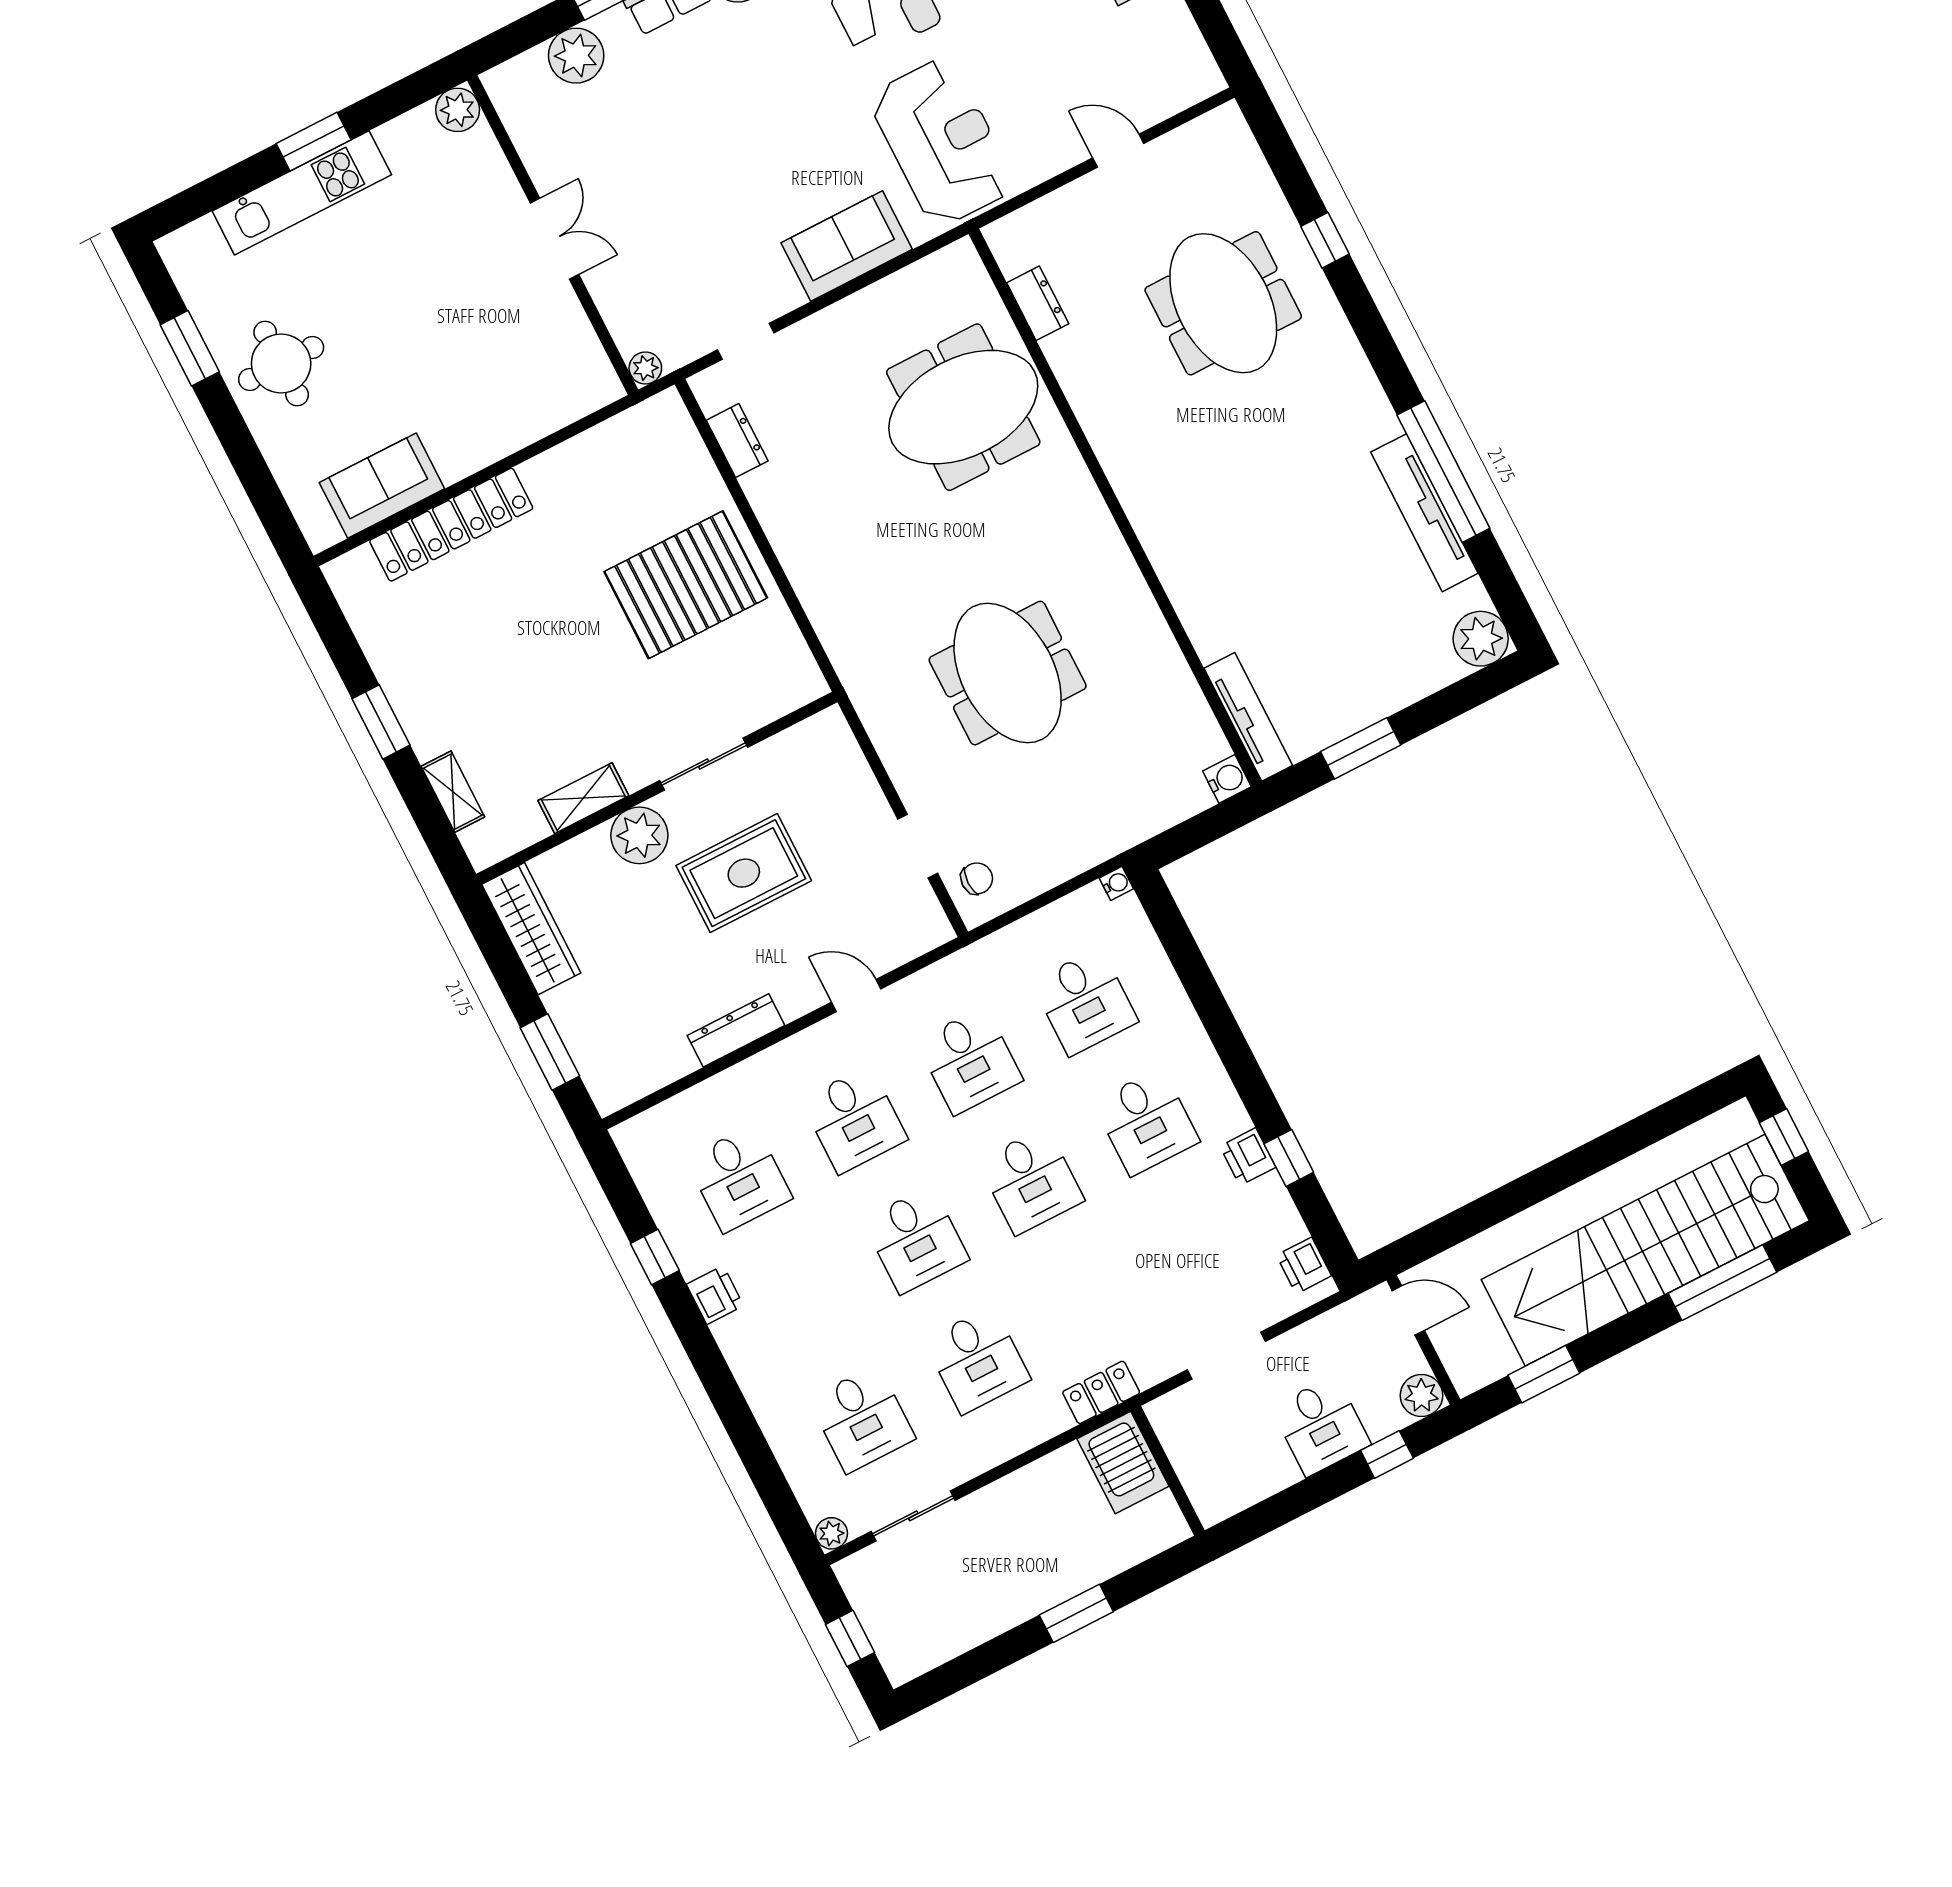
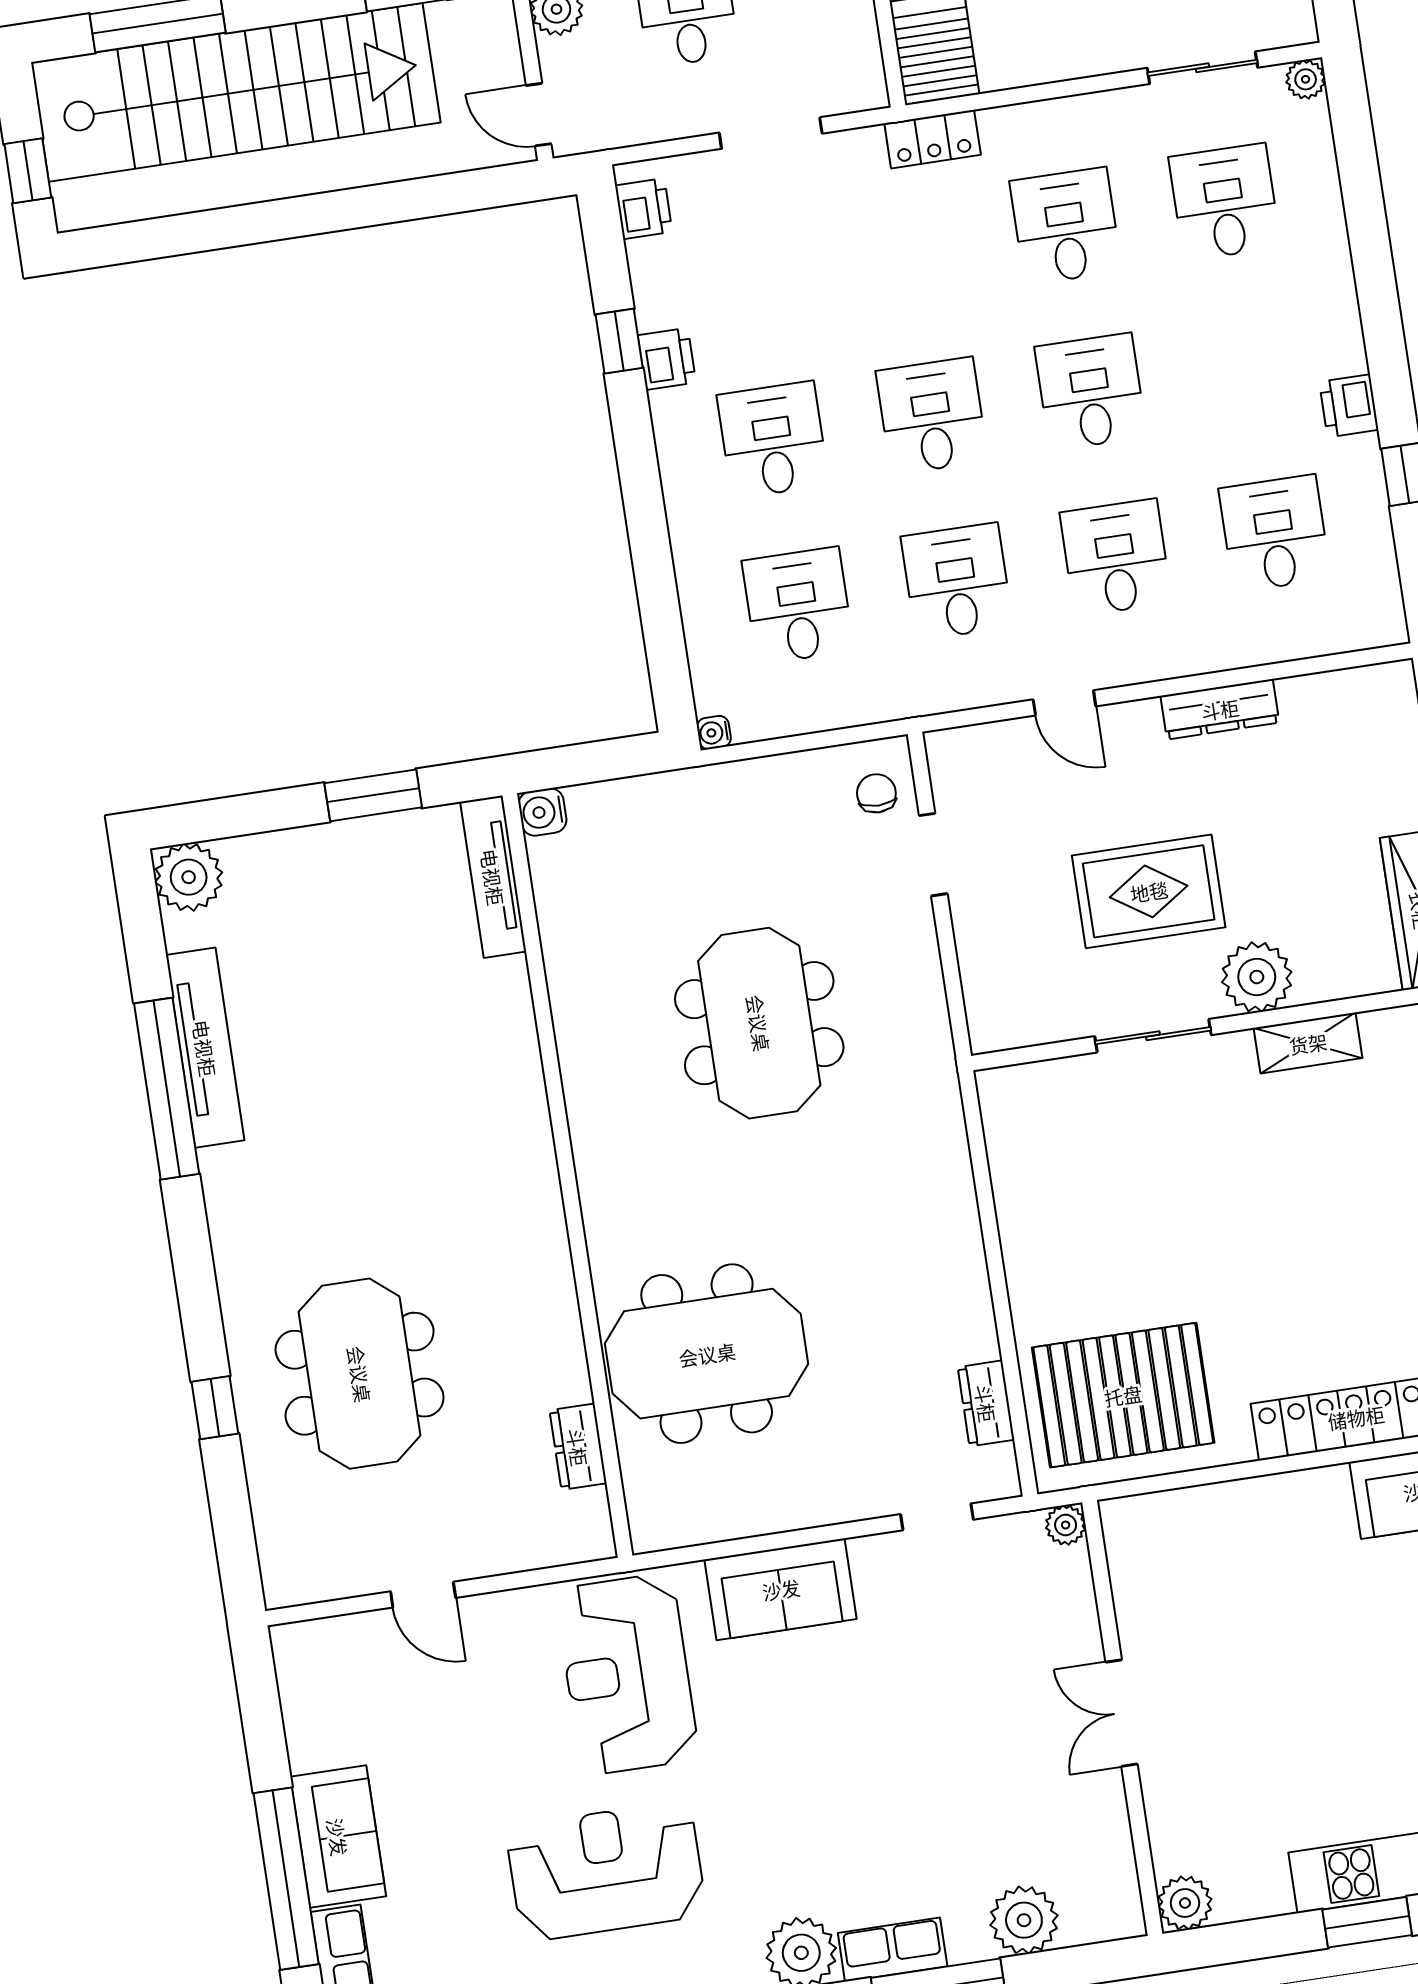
pallet: (686, 585) -> (1123, 1395), moved
chair: (977, 878) -> (876, 793), turned 90

